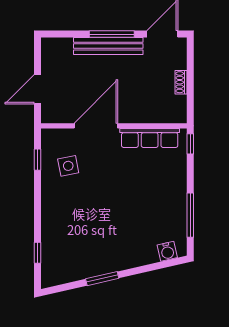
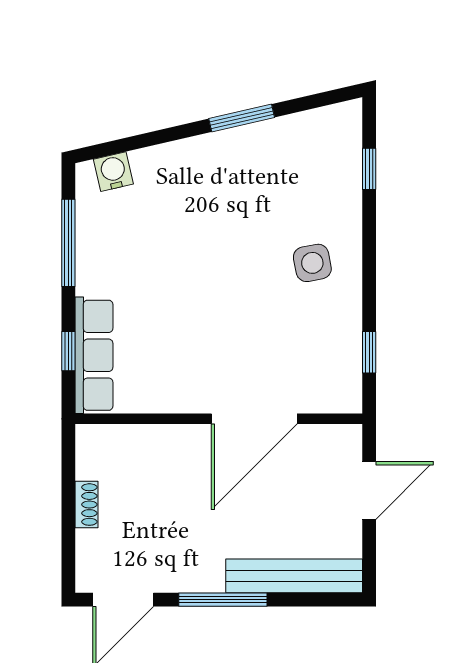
bench: (108, 46) -> (294, 576), moved
row of seats: (150, 138) -> (94, 355), moved, turned 90
window: (190, 144) -> (68, 351), moved
side table: (68, 166) -> (312, 263), moved

